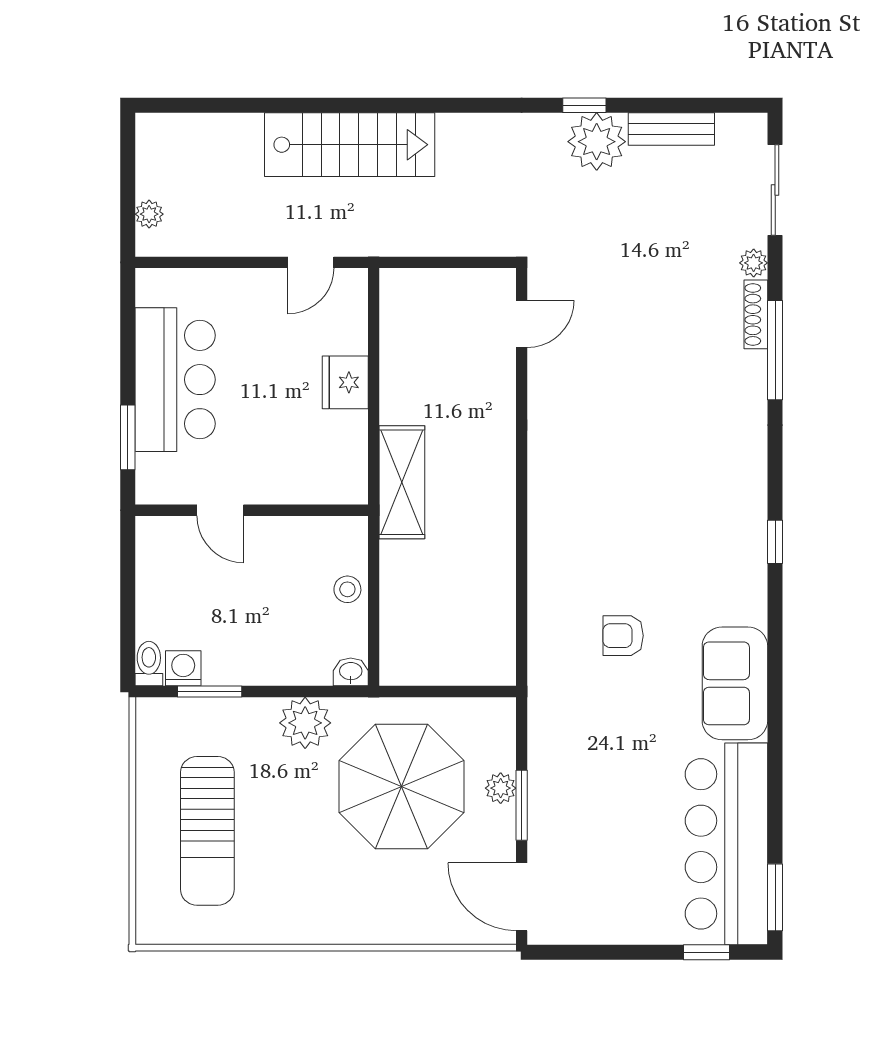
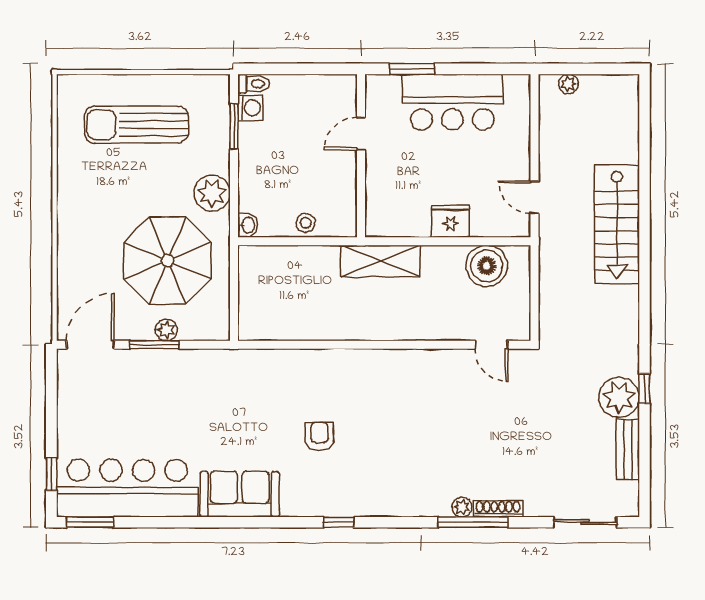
plant: (754, 263) -> (462, 507), moved
boiler: (409, 331) -> (487, 266), added
armchair: (623, 636) -> (319, 437), moved

